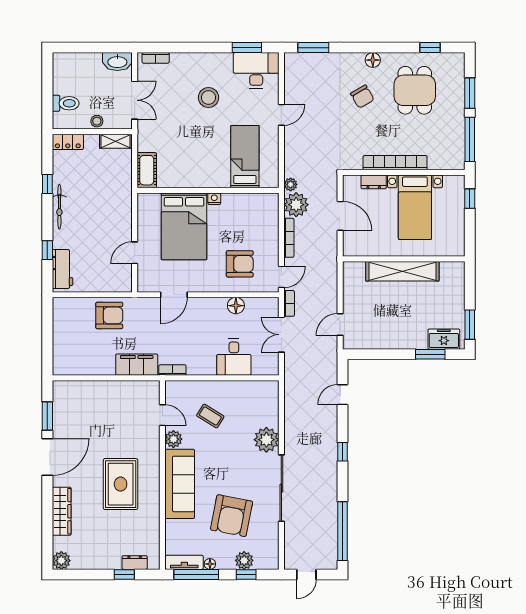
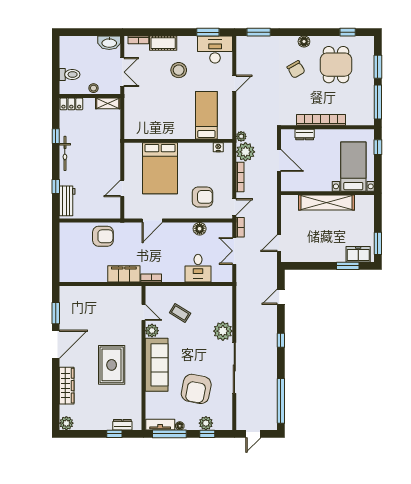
cot: (147, 170) -> (163, 43), moved, turned 90
nightstand: (214, 199) -> (218, 147), moved
bed with nightstands: (415, 207) -> (353, 167), moved, turned 180

